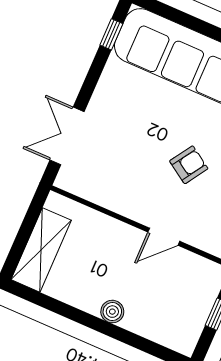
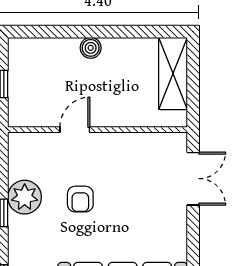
armchair: (189, 165) -> (80, 199), turned -33

